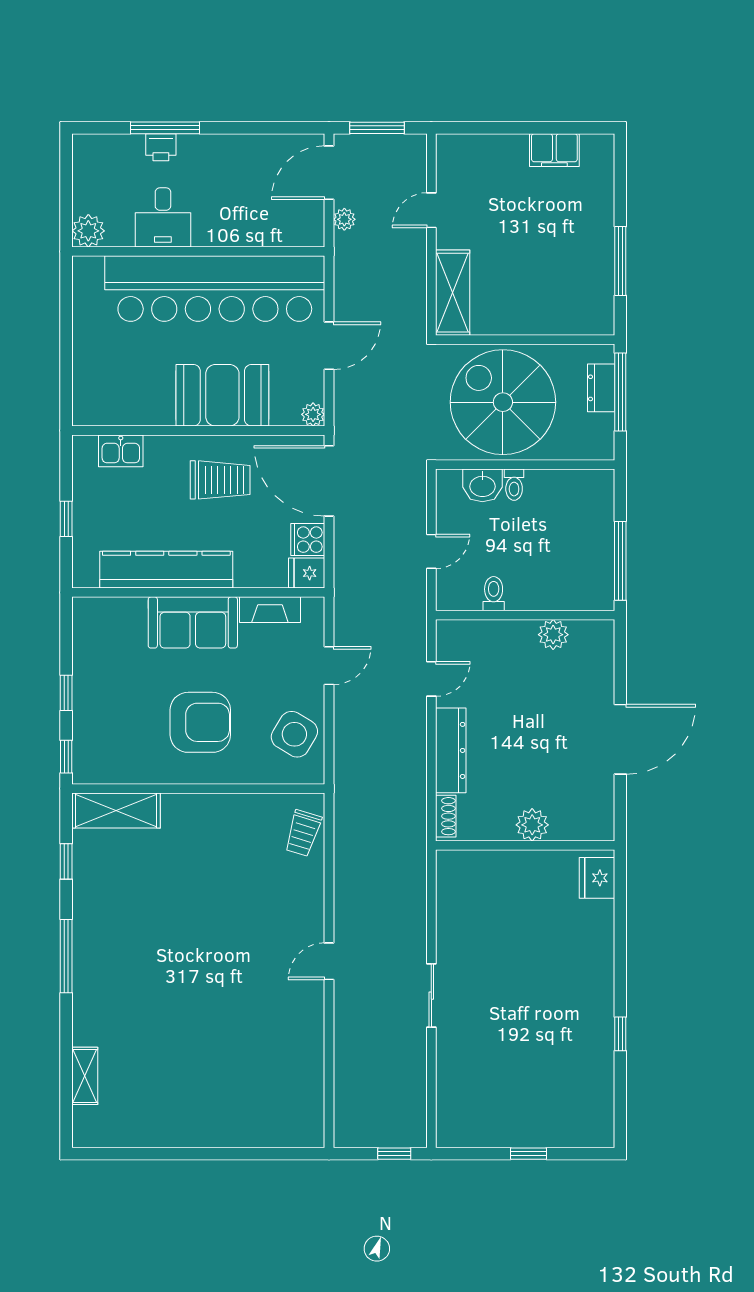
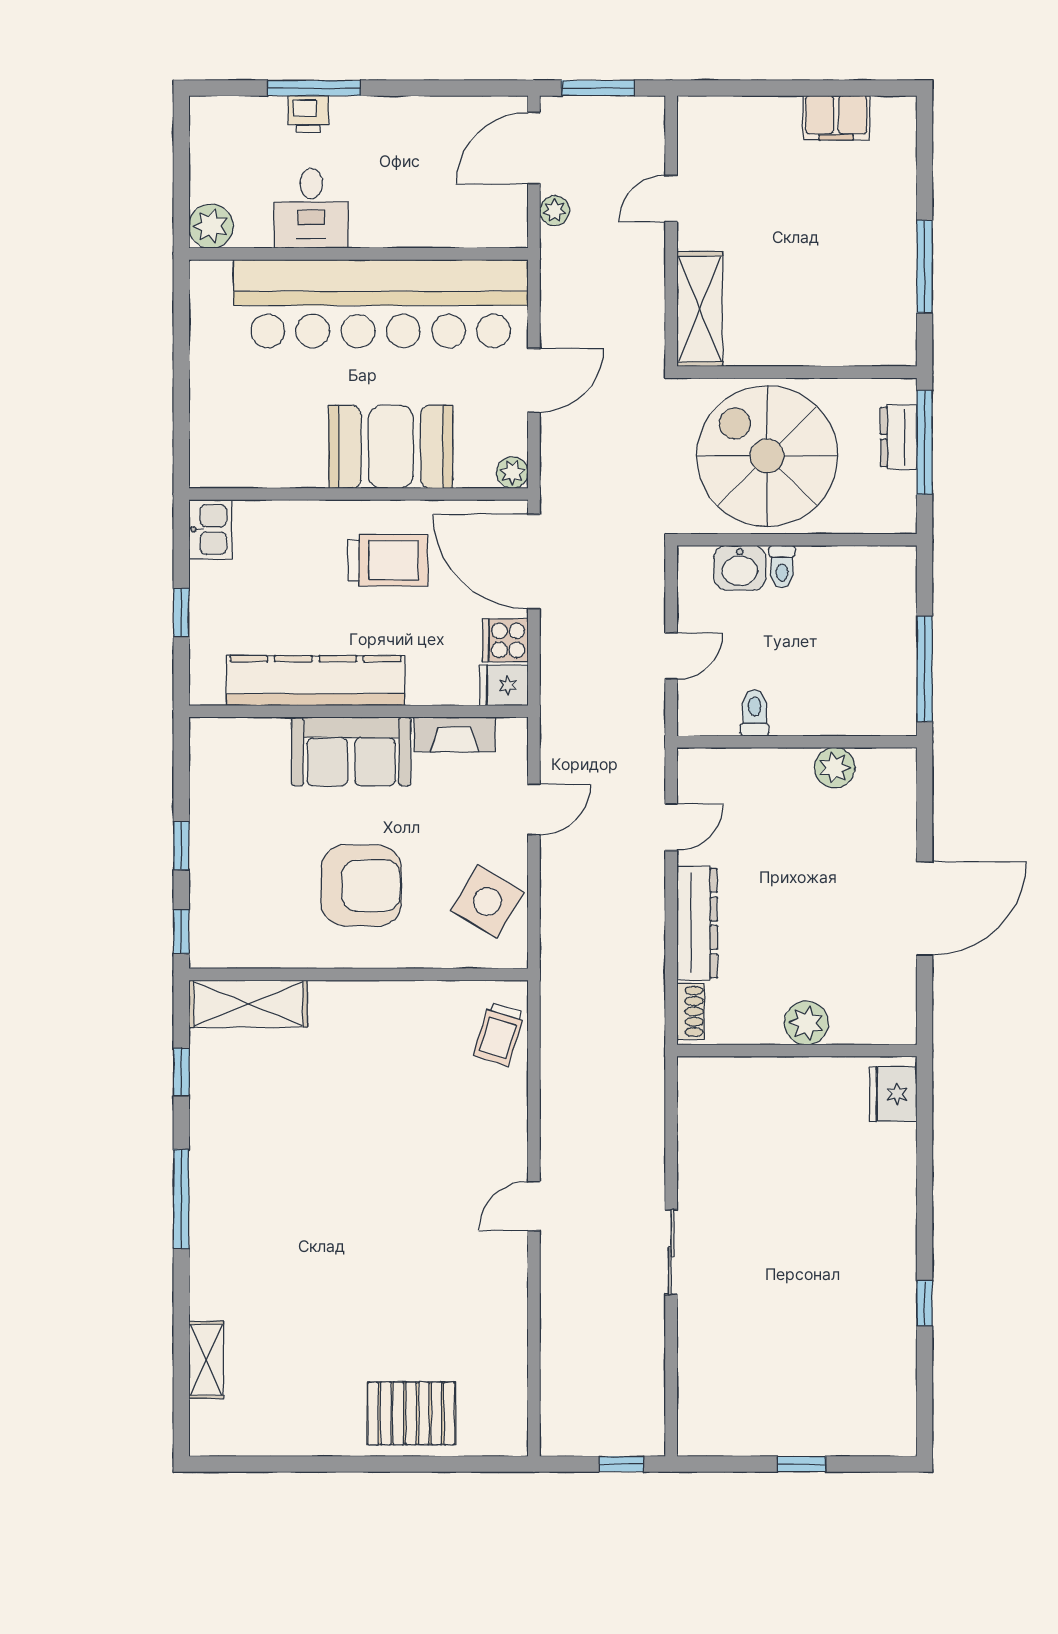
kitchen sink: (121, 451) -> (210, 529), moved, turned -90
pallet: (238, 1116) -> (411, 1413), added

